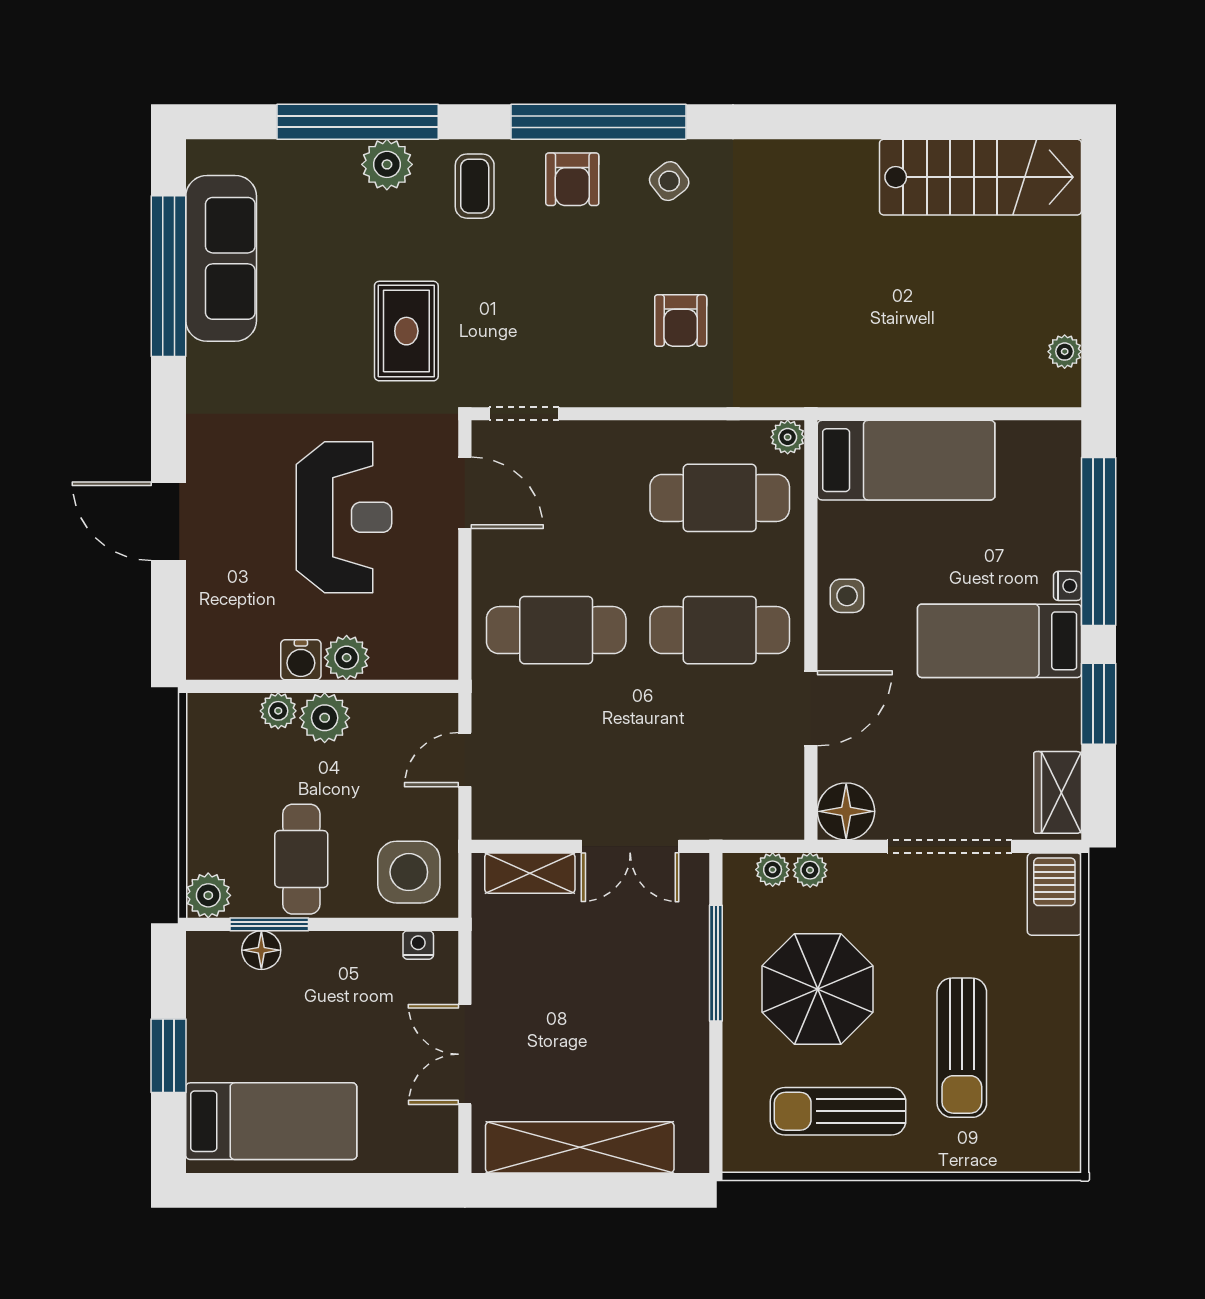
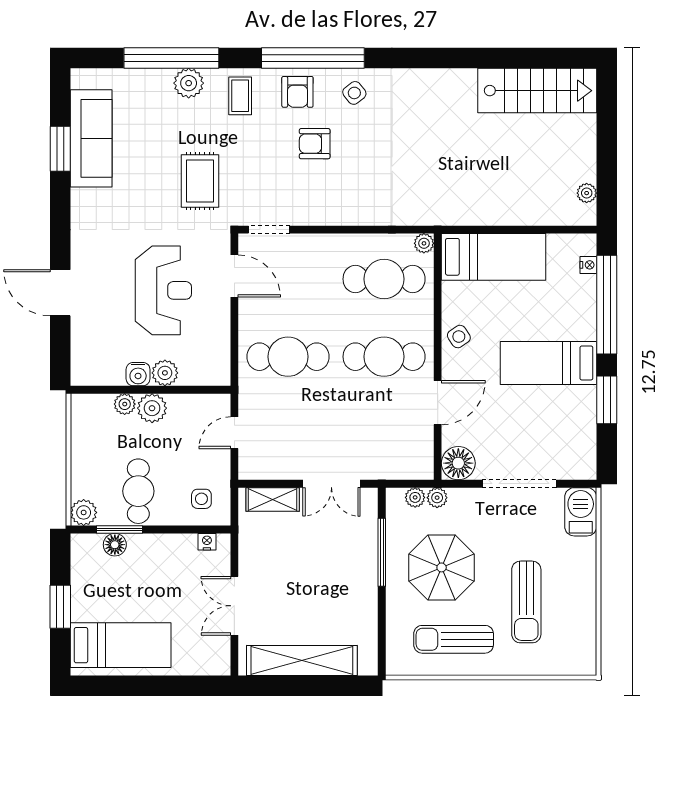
window: (169, 276) -> (60, 149), width x0.47
armchair: (681, 321) -> (315, 144), moved, turned 90
nightstand: (1068, 586) -> (588, 265), moved
side table: (847, 596) -> (459, 337), turned -34
wardrobe: (1058, 792) -> (583, 452), removed
side table: (409, 872) -> (201, 499), width x0.54, depth x0.54

